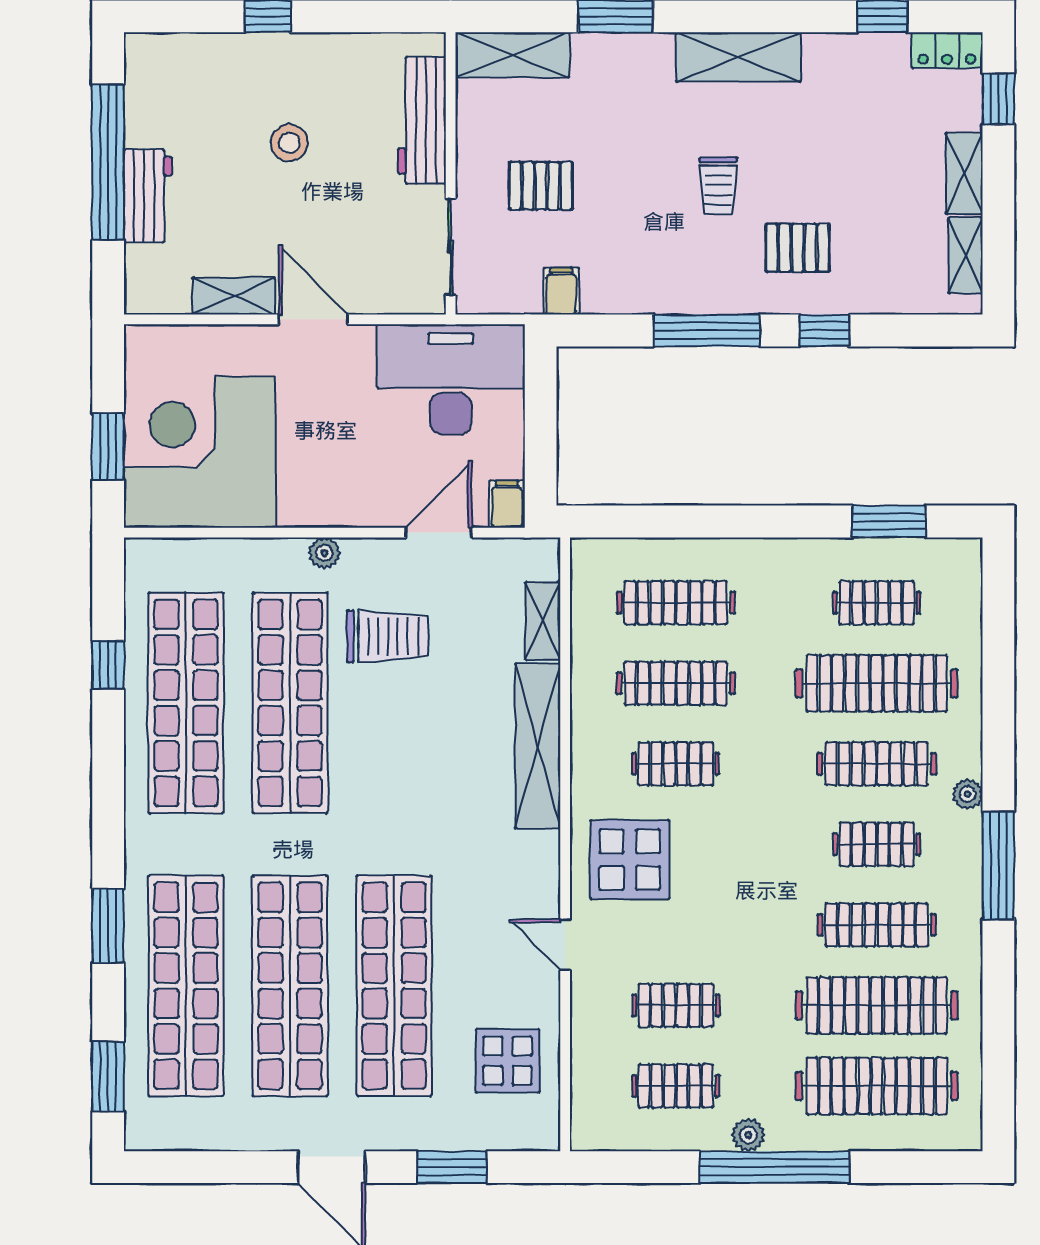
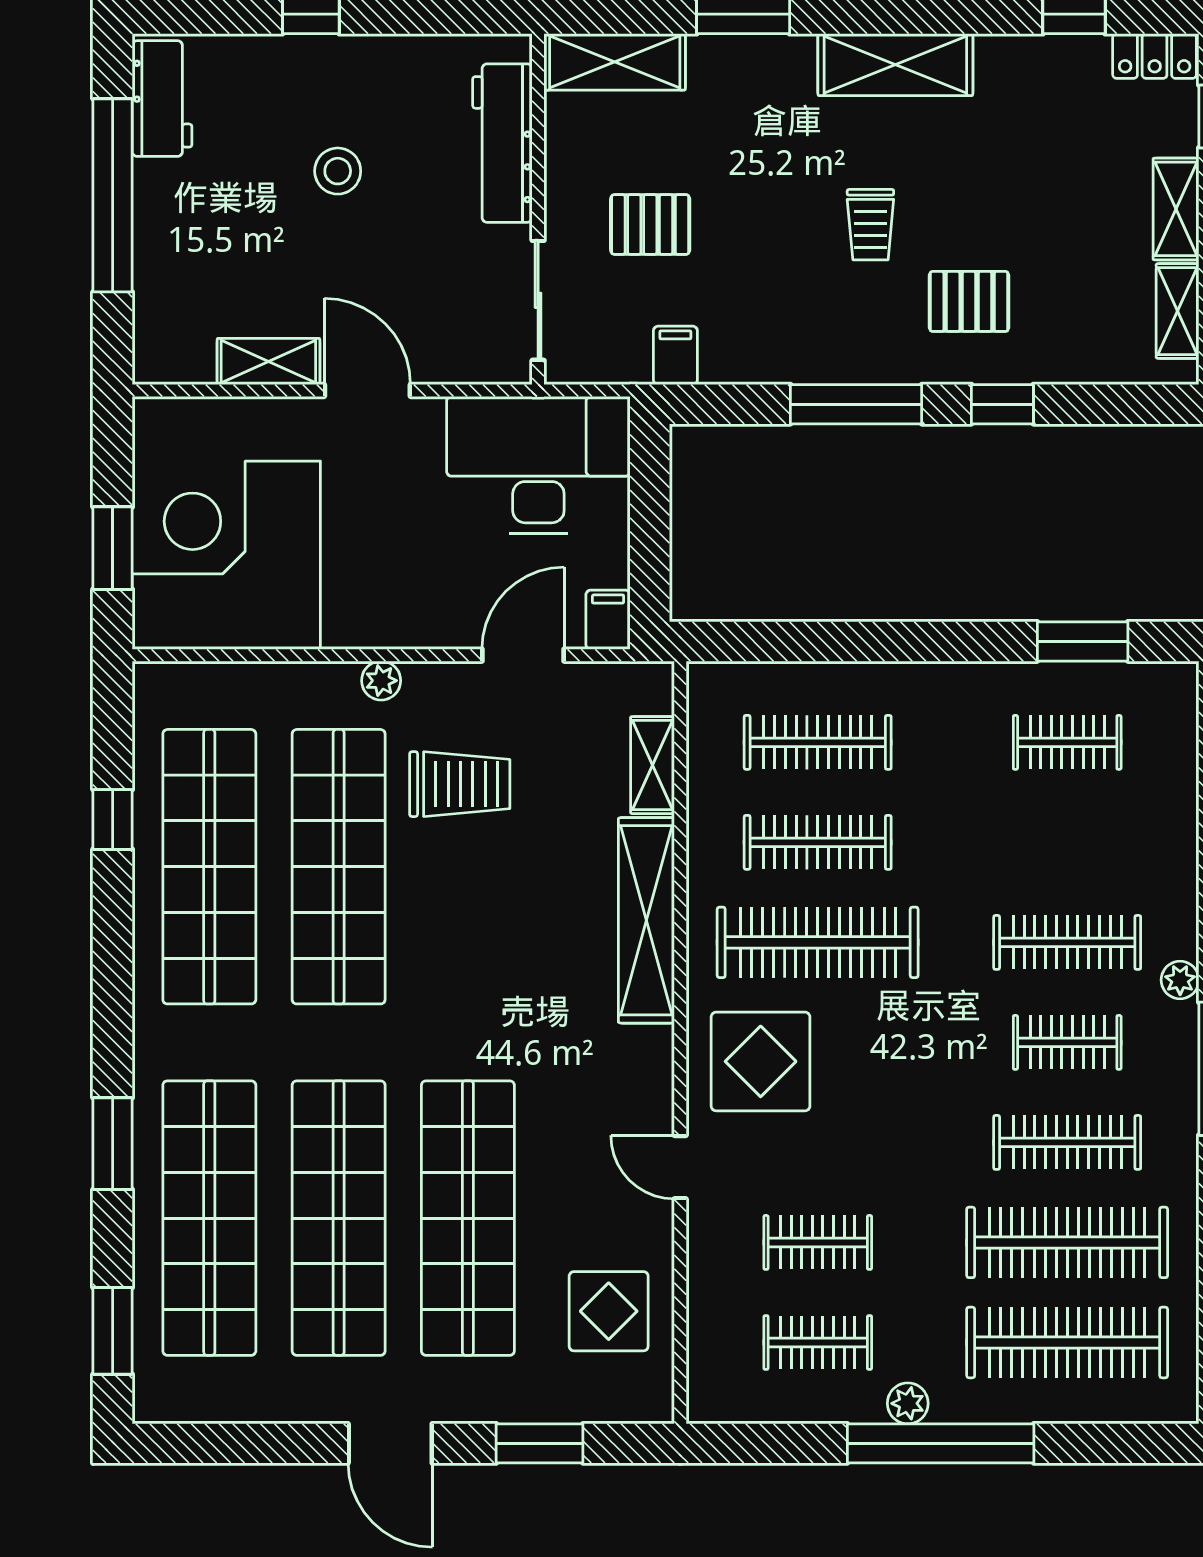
workbench: (148, 196) -> (162, 99), moved
clothes rail: (877, 683) -> (1067, 842), removed
clothes rail: (676, 764) -> (818, 942), width x1.86, depth x1.31

